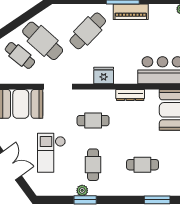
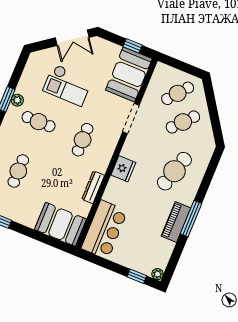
cafe table: (88, 31) -> (174, 171), turned 63
cafe table: (43, 41) -> (183, 122), width x0.73, depth x0.74
checkout: (52, 153) -> (67, 85), turned 180

